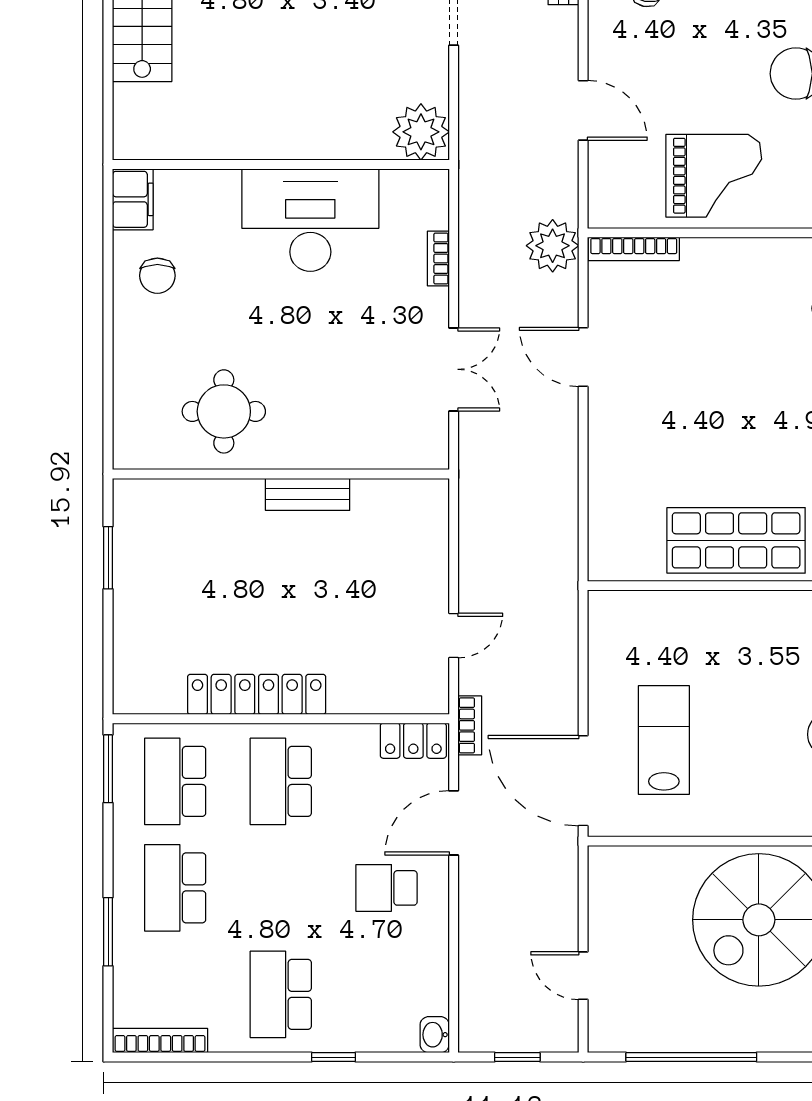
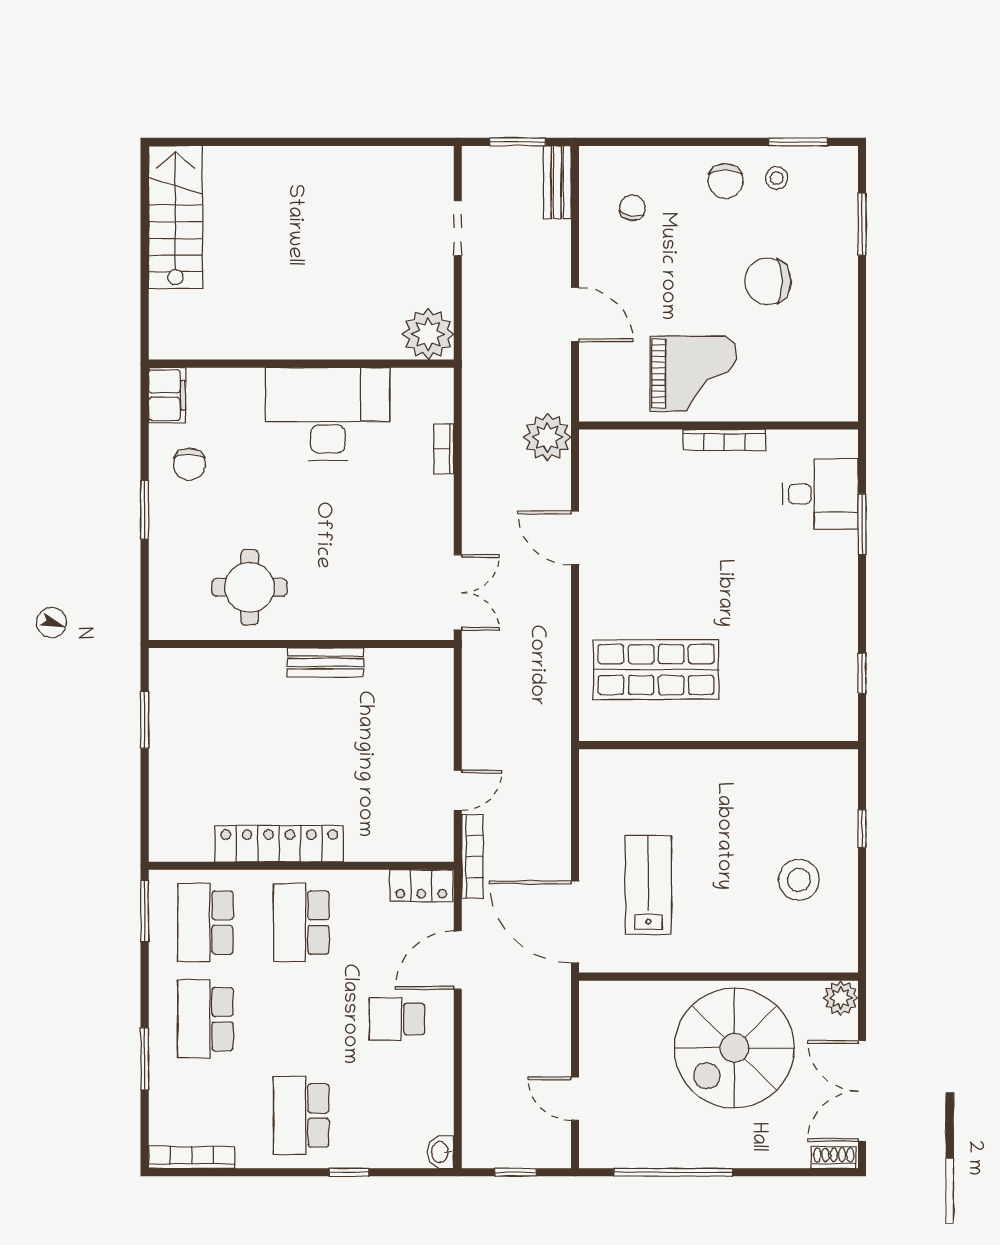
bookcase: (634, 249) -> (724, 440), moved
window: (108, 326) -> (145, 510), added
double door: (454, 369) -> (458, 592), moved
shop shelf: (736, 540) -> (656, 670), moved
bookcase: (470, 725) -> (472, 857), width x1.56

